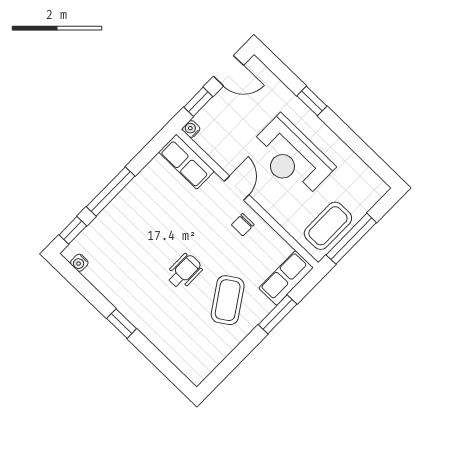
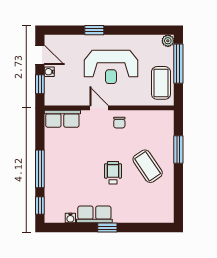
door: (228, 71) -> (40, 55), hinge flipped
water cooler: (191, 129) -> (49, 72), moved
plant: (379, 188) -> (168, 41), added
window: (351, 239) -> (178, 64), moved
water cooler: (79, 263) -> (70, 218), moved
row of seats: (286, 278) -> (94, 214), moved, turned 90

